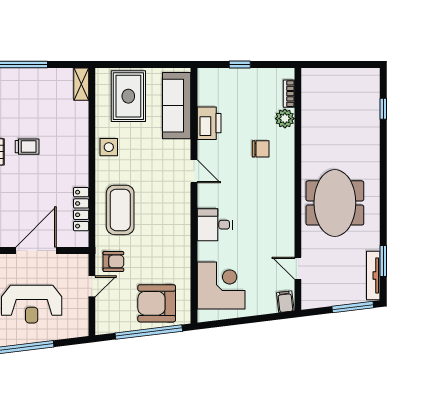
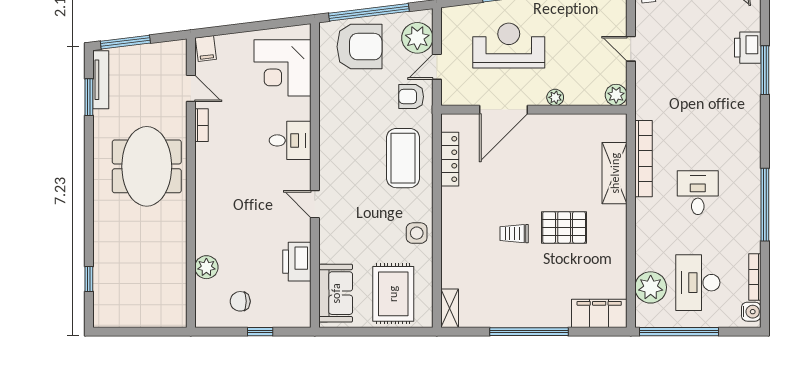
bookcase: (289, 94) -> (201, 125), moved
sofa: (177, 106) -> (336, 293), width x0.73
chair: (261, 149) -> (240, 301), moved
plant: (108, 311) -> (417, 38), added

